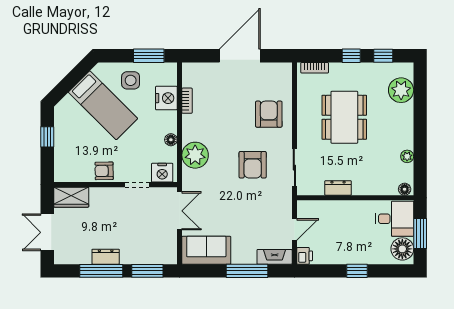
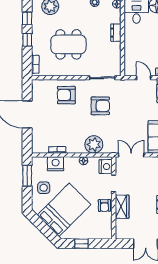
bed: (103, 105) -> (64, 210), width x1.50
dresser: (338, 188) -> (116, 33), moved
wardrobe: (71, 197) -> (122, 207), moved

